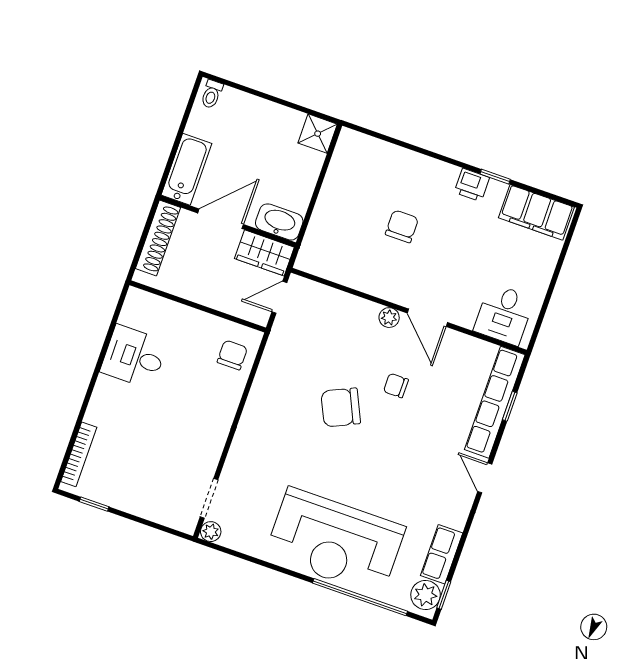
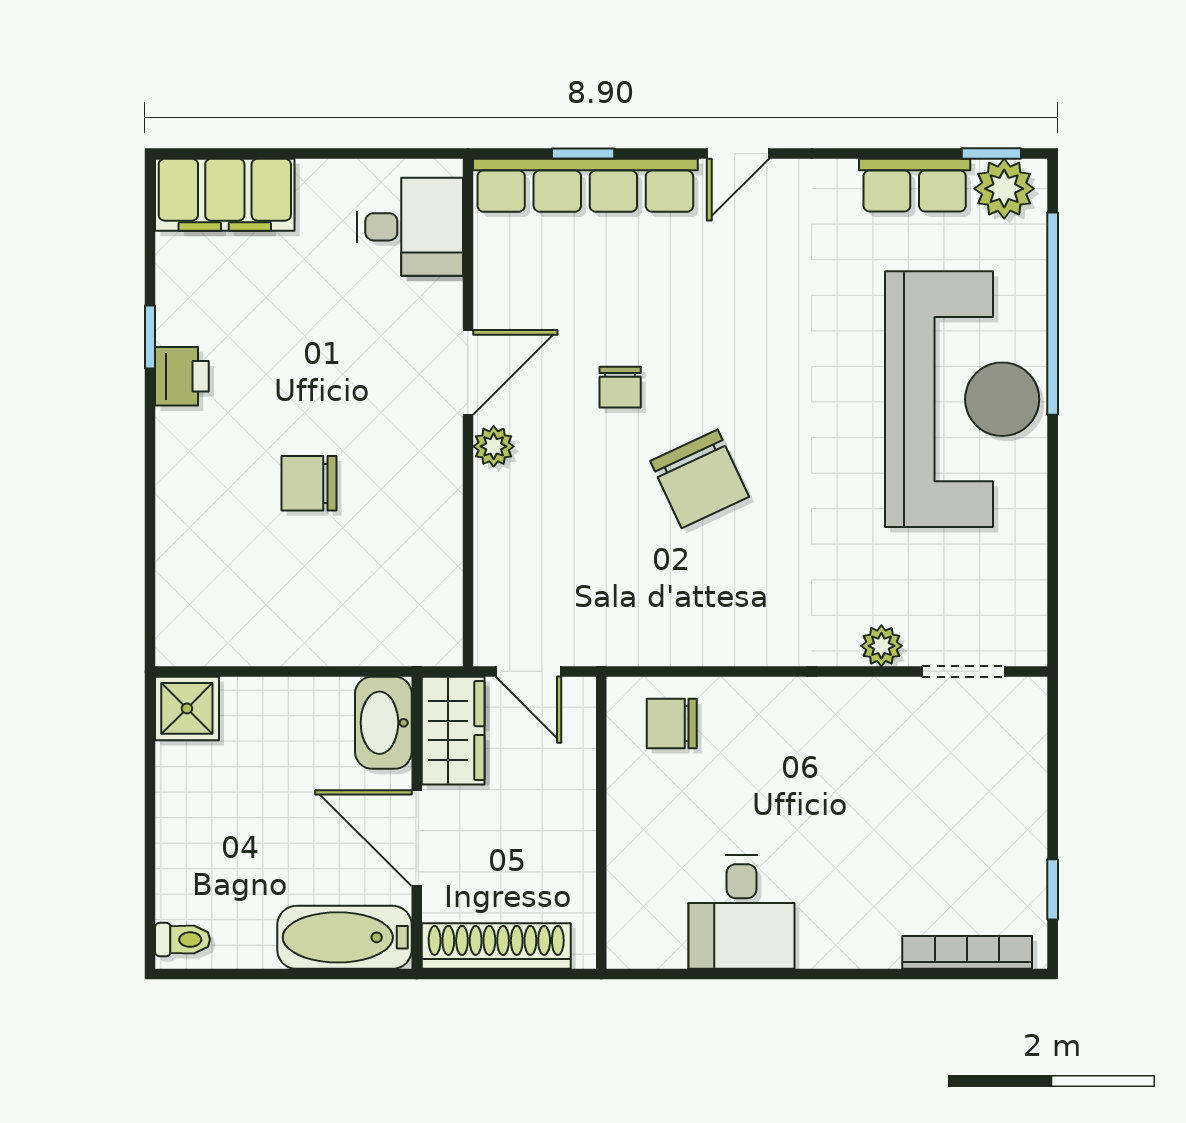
filing cabinet: (536, 212) -> (225, 195), moved, turned 90
plant: (211, 532) -> (881, 646), moved

